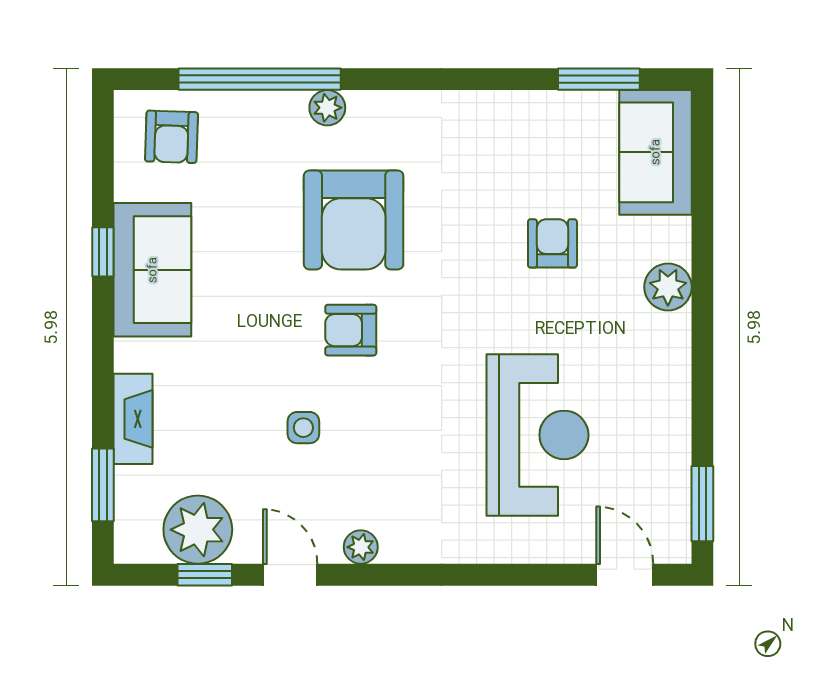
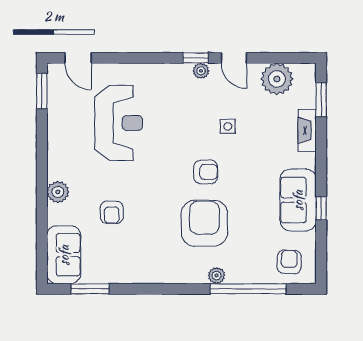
reception desk: (538, 435) -> (119, 123), turned 180
window: (205, 575) -> (195, 58), moved

